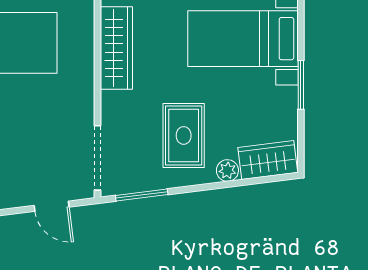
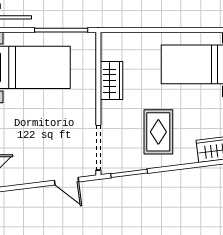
wardrobe: (116, 48) -> (111, 81), width x0.67
plant: (227, 170) -> (189, 156), removed

